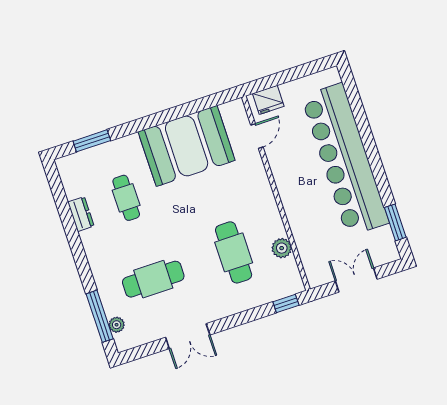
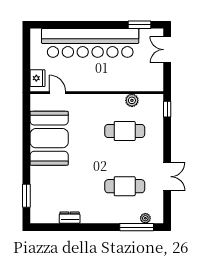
cafe table: (126, 198) -> (69, 186), removed
cafe table: (153, 279) -> (125, 186), turned 90
double door: (356, 280) -> (167, 50), moved

